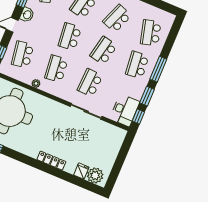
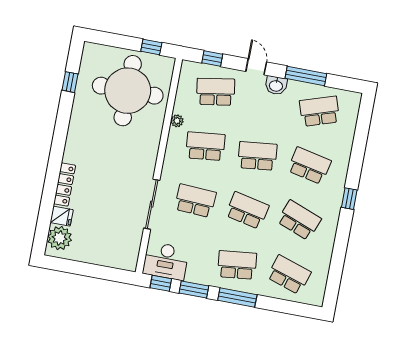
school desk: (151, 33) -> (289, 275), turned 33
locker: (51, 161) -> (65, 184), moved

